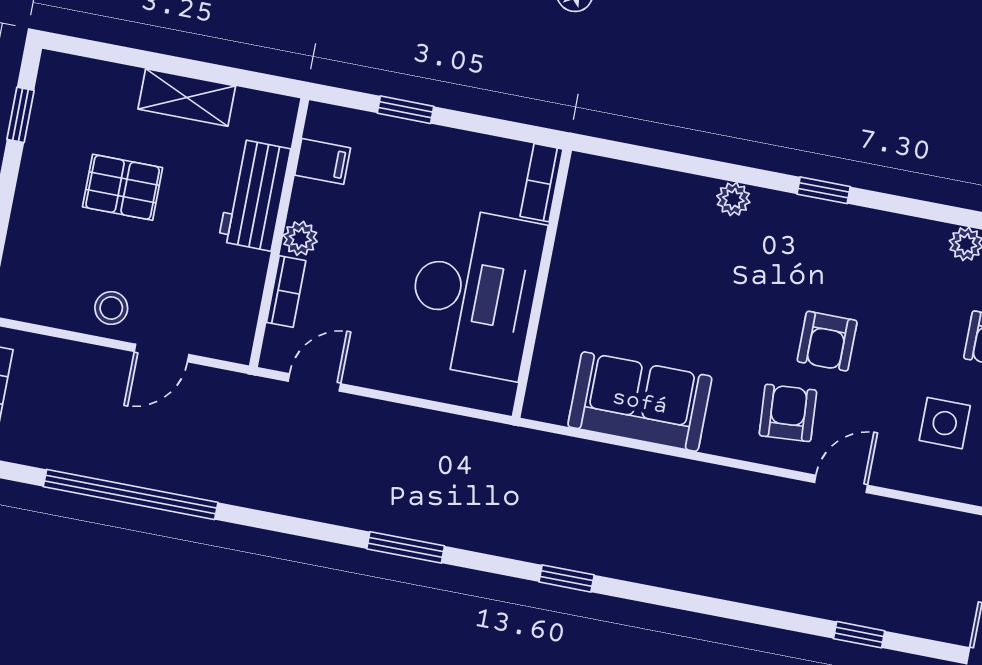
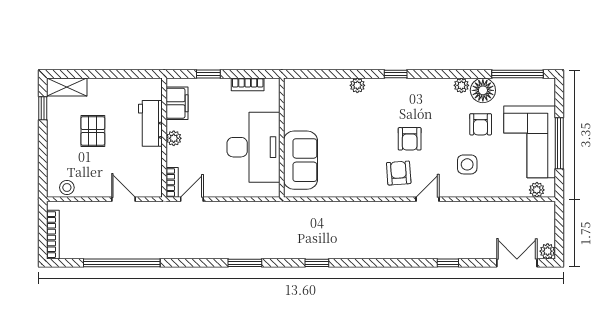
shelving: (187, 98) -> (67, 87), moved
filing cabinet: (323, 161) -> (177, 103), width x2.00
bookcase: (542, 183) -> (248, 84), moved, turned -90
pallet: (123, 187) -> (93, 131), turned 90
bookcase: (286, 292) -> (172, 182), moved
stool: (111, 308) -> (67, 188), moved
door: (162, 353) -> (123, 199), swing flipped
sofa: (640, 402) -> (301, 160), moved, turned 90

